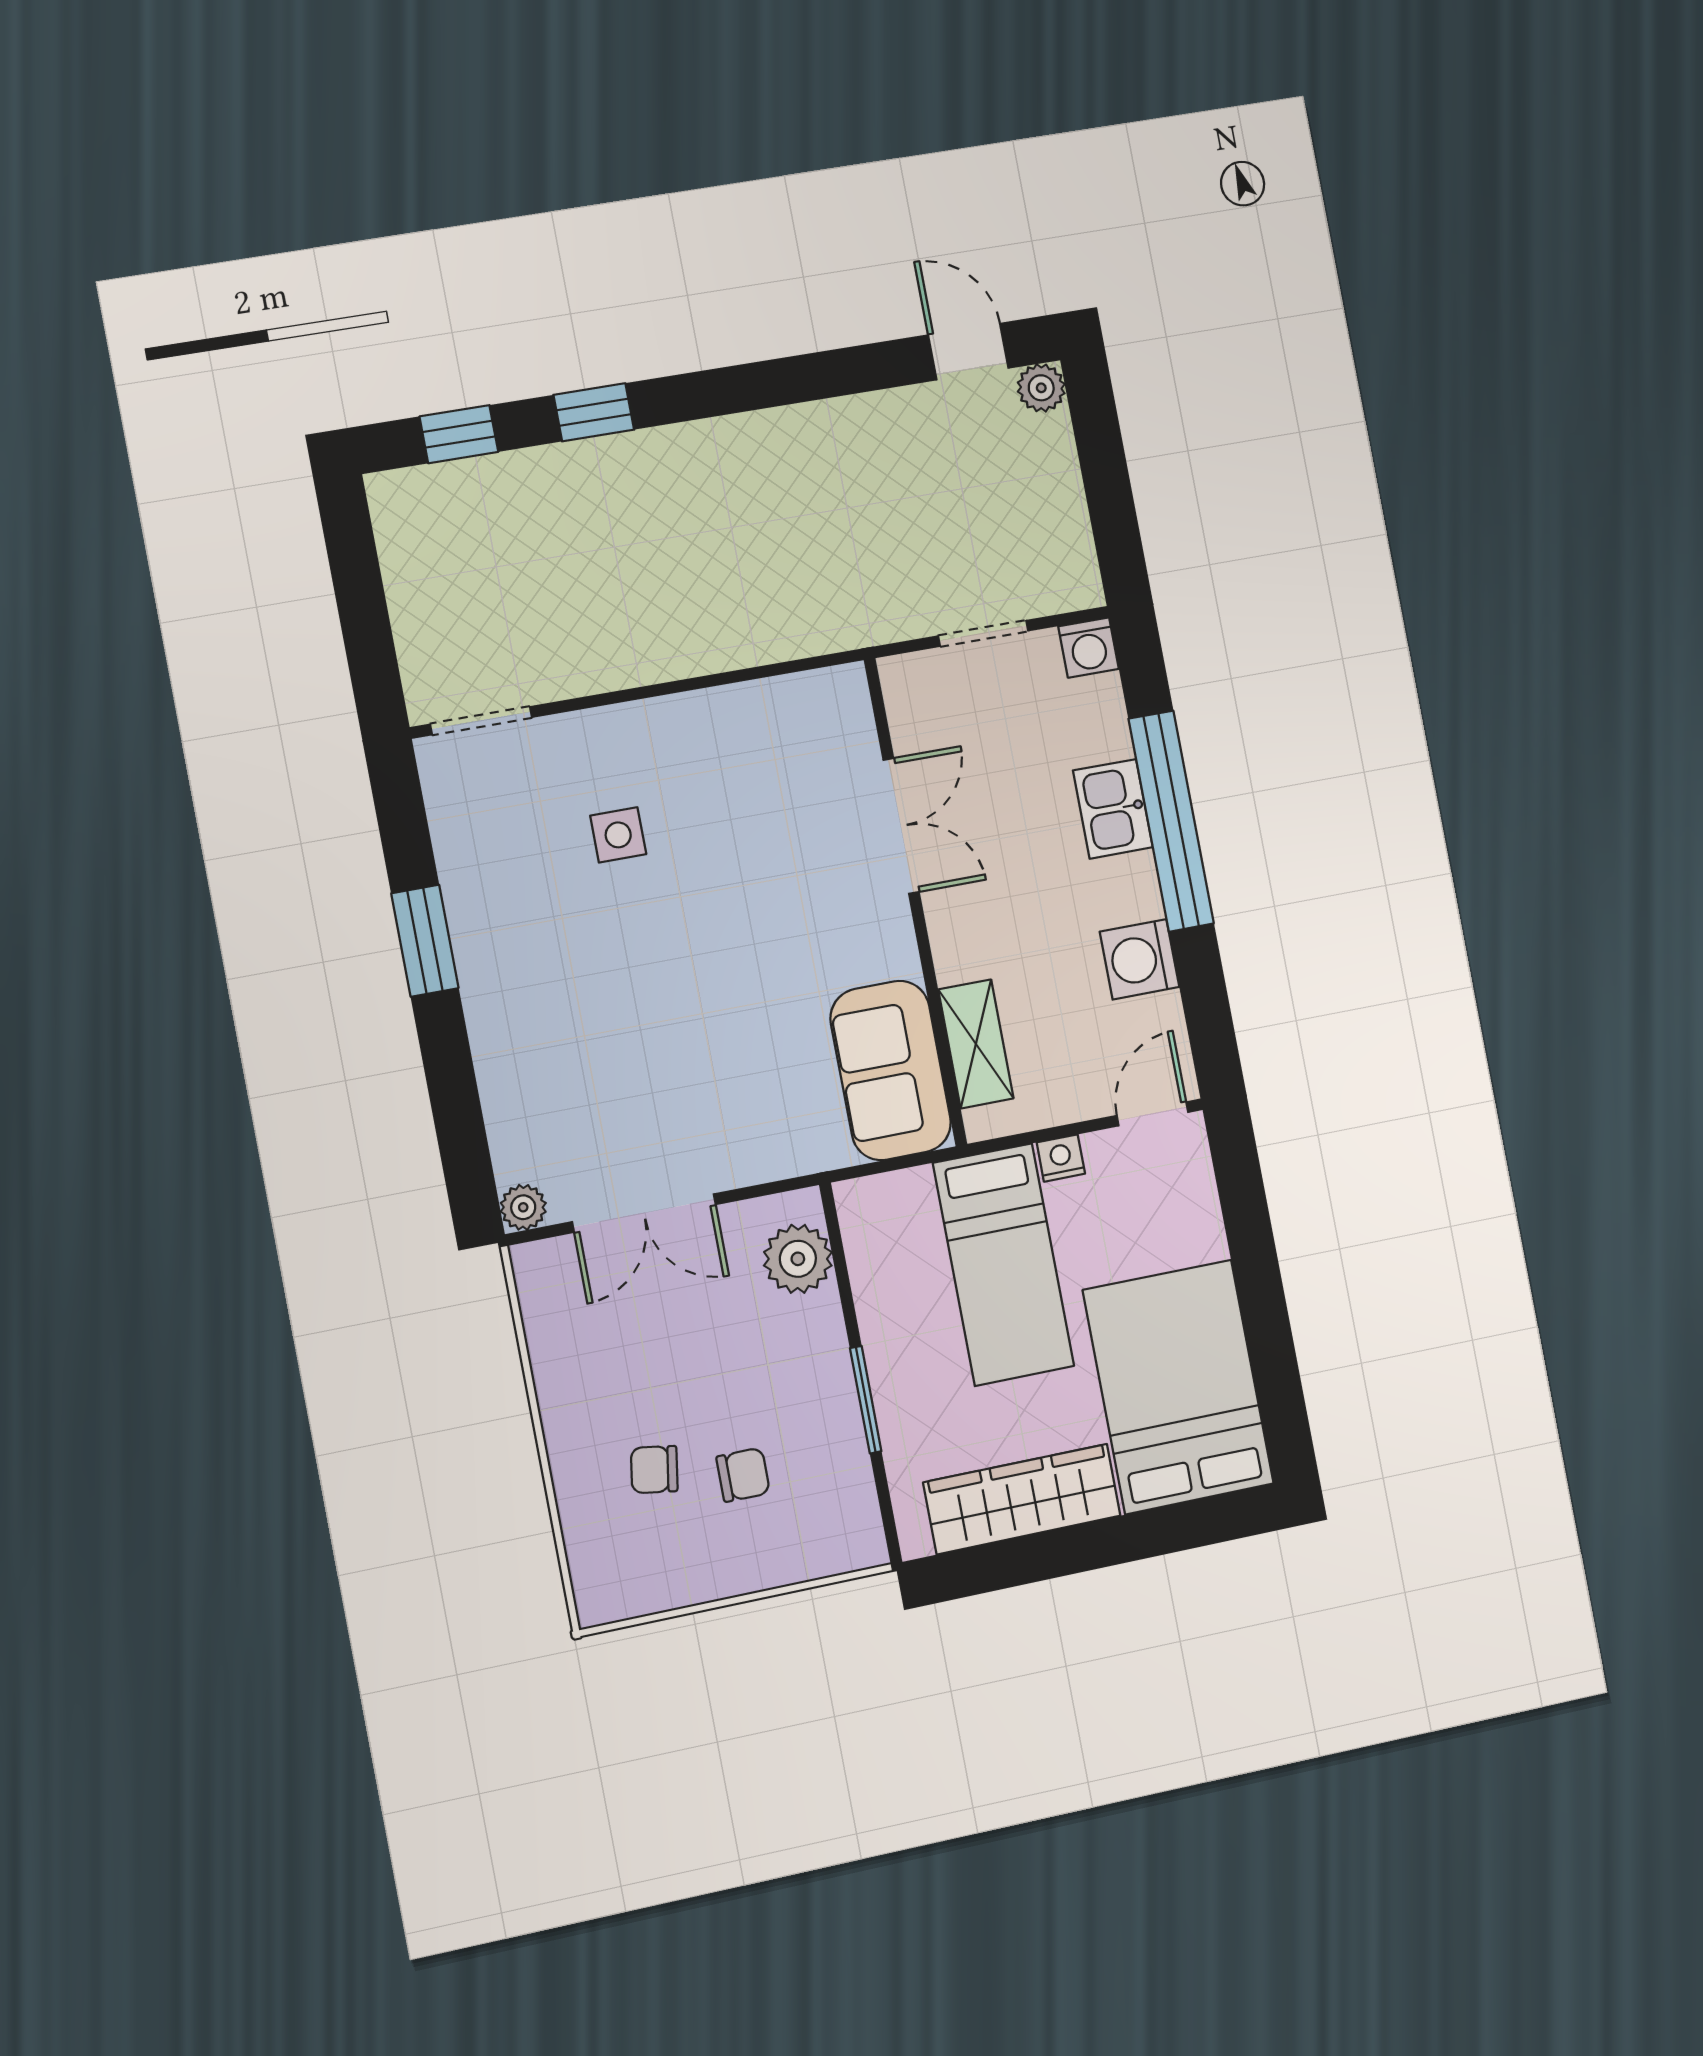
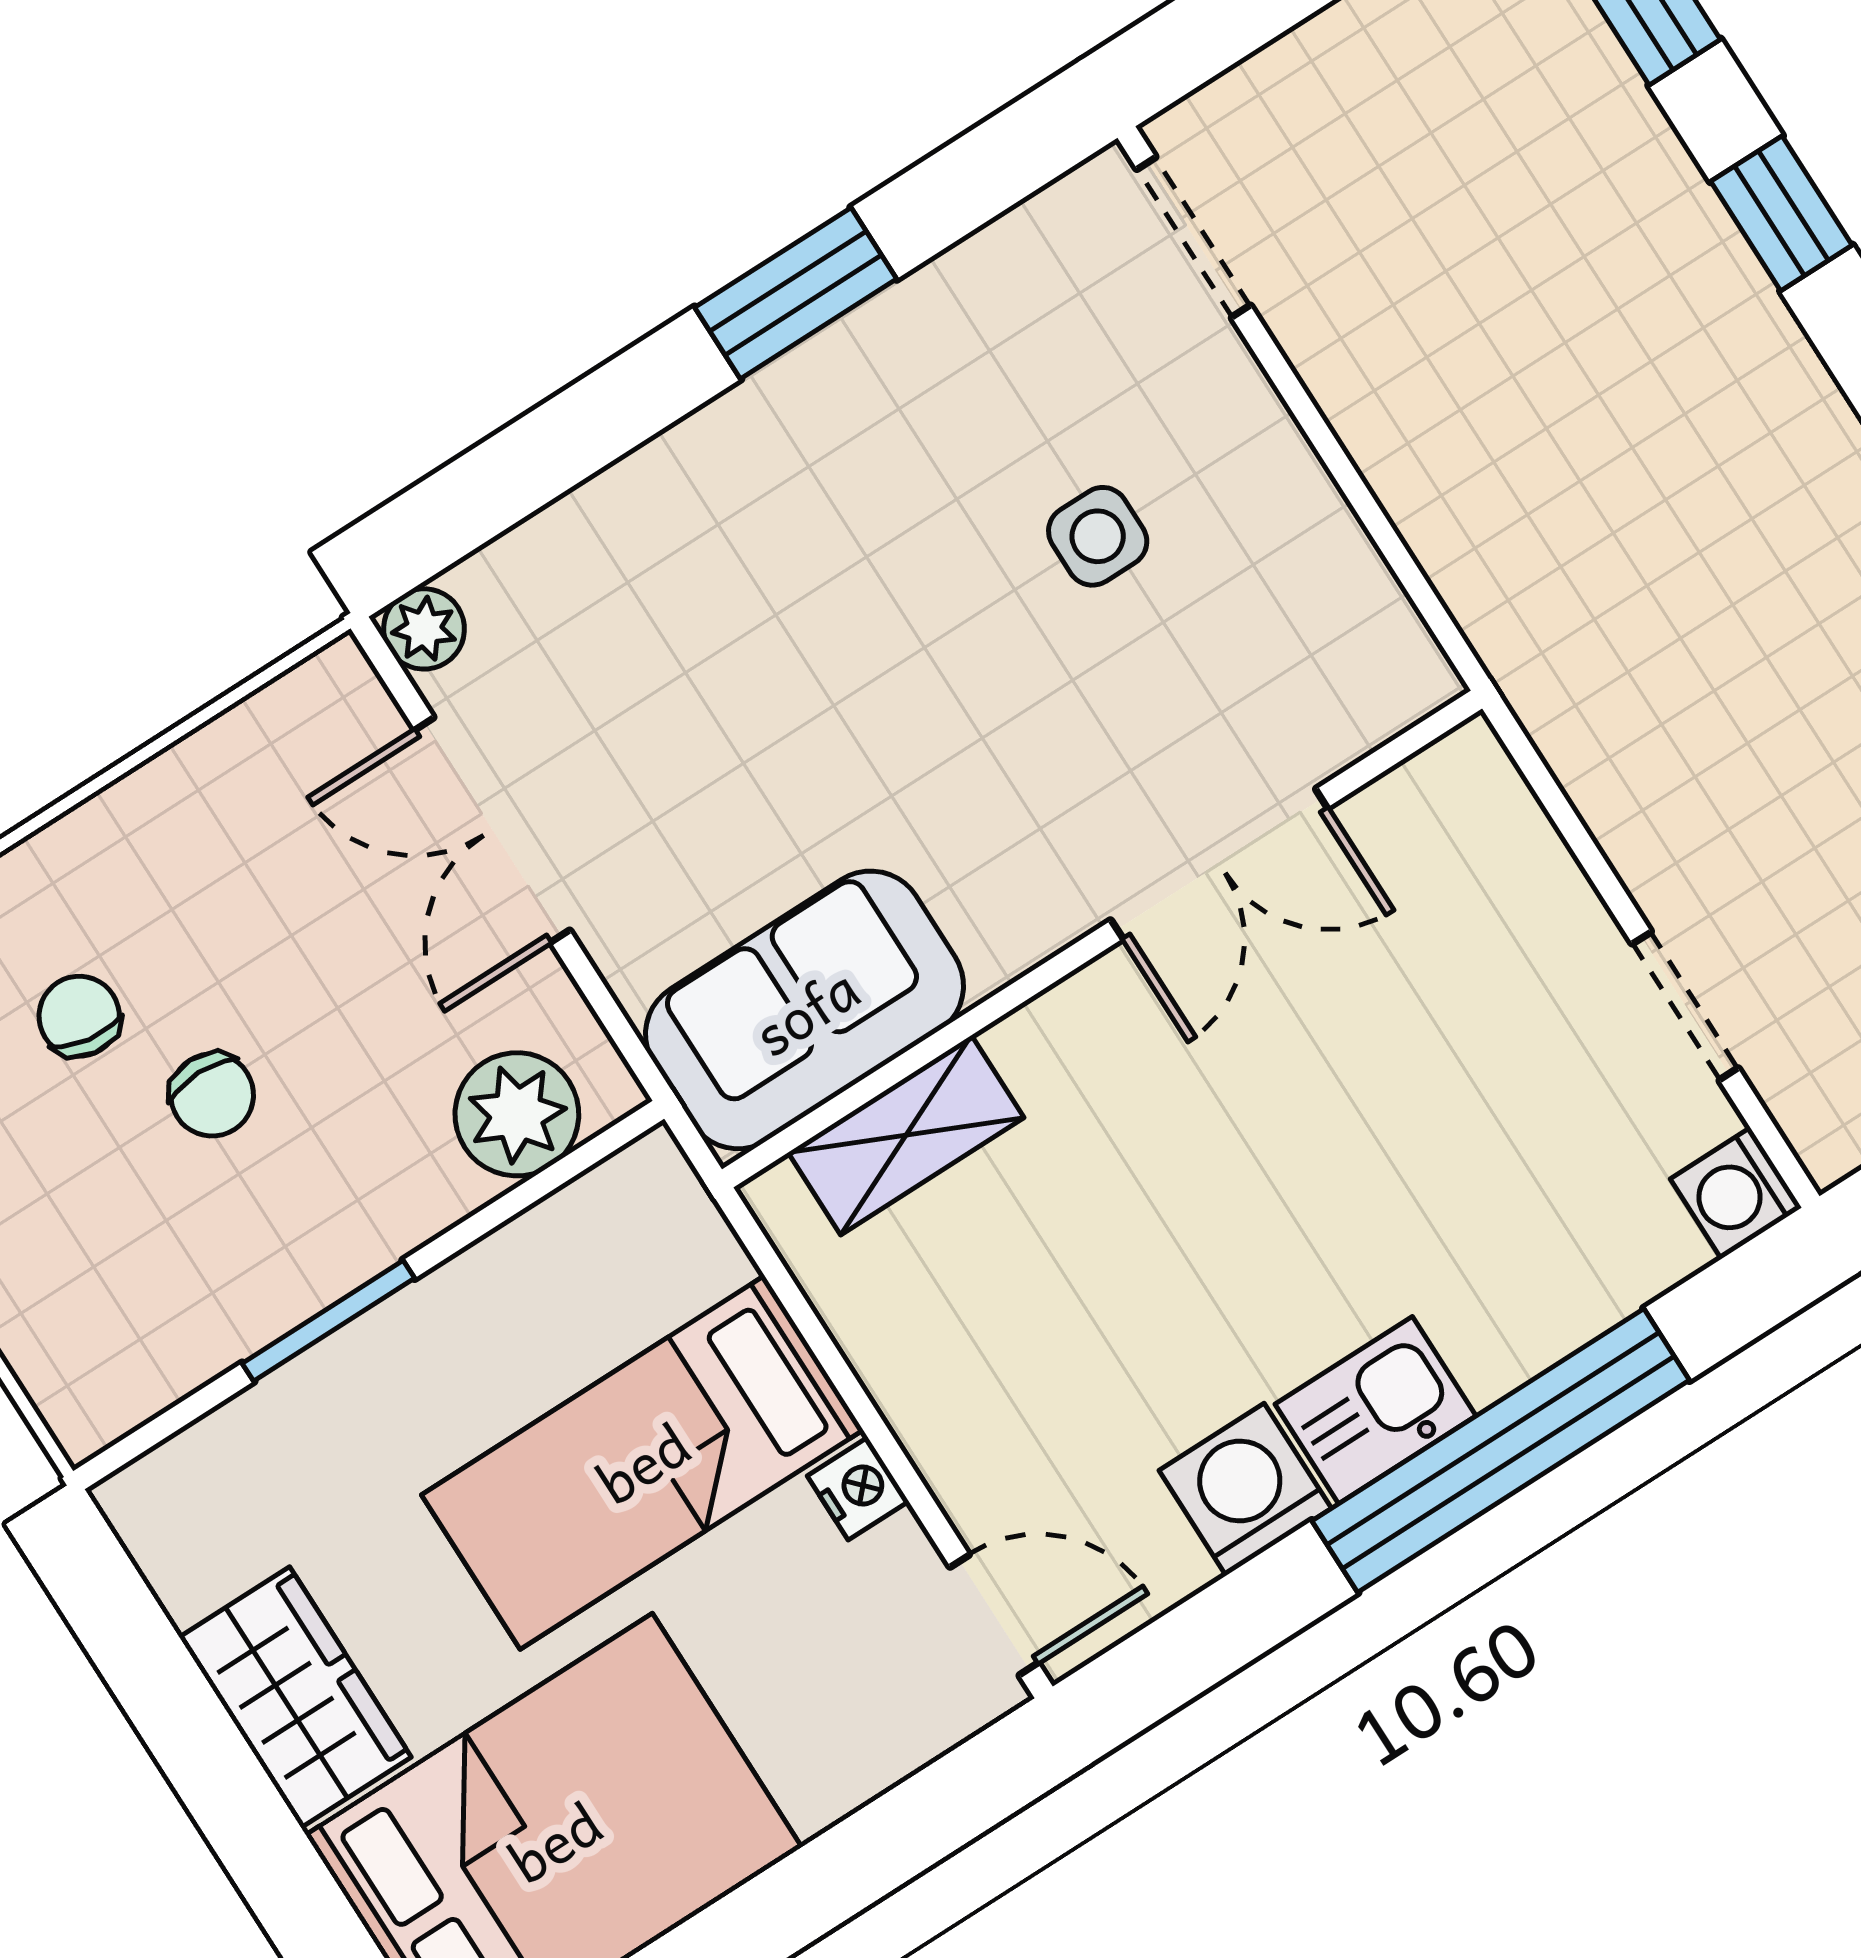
kitchen sink: (1113, 809) -> (1376, 1410), moved
double door: (901, 826) -> (1219, 864), moved
wall: (915, 902) -> (1102, 939), moved
shelving: (976, 1044) -> (906, 1135), moved
sofa: (891, 1070) -> (805, 1010), moved
chair: (743, 1475) -> (212, 1095), moved
wardrobe: (1022, 1499) -> (295, 1697), width x0.67

